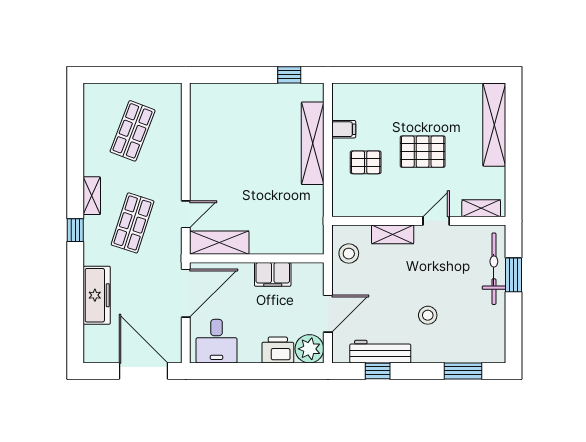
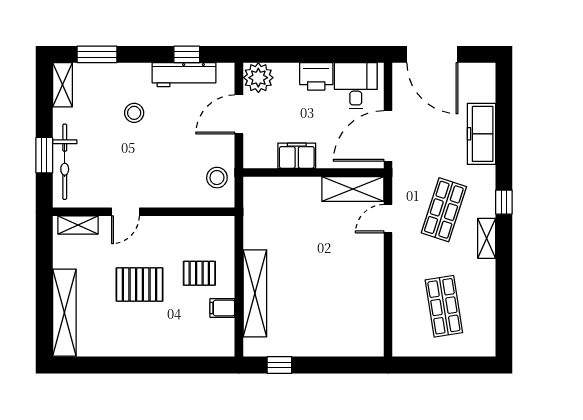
shop shelf: (133, 131) -> (444, 306), turned -30
shelving: (393, 234) -> (62, 85), moved, turned 90
printer: (278, 350) -> (316, 76), moved

